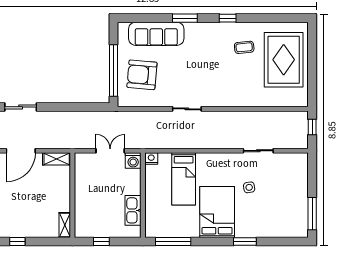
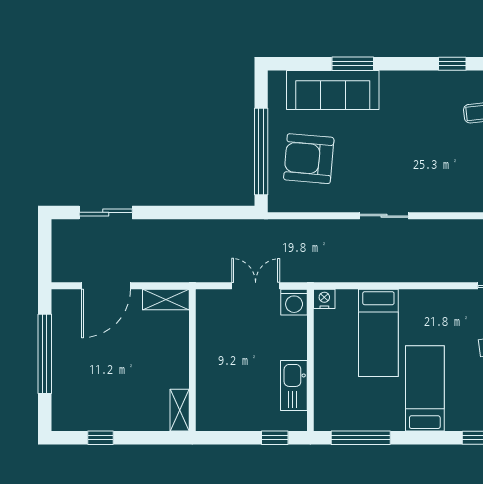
window: (185, 18) -> (353, 64), moved
bed: (217, 212) -> (425, 388), width x0.67
window: (101, 242) -> (275, 438), moved

